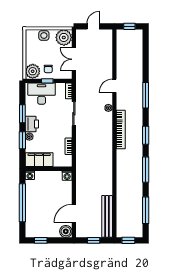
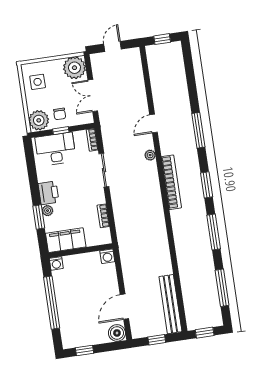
side table: (44, 35) -> (38, 82), moved
window: (22, 114) -> (33, 181), removed

